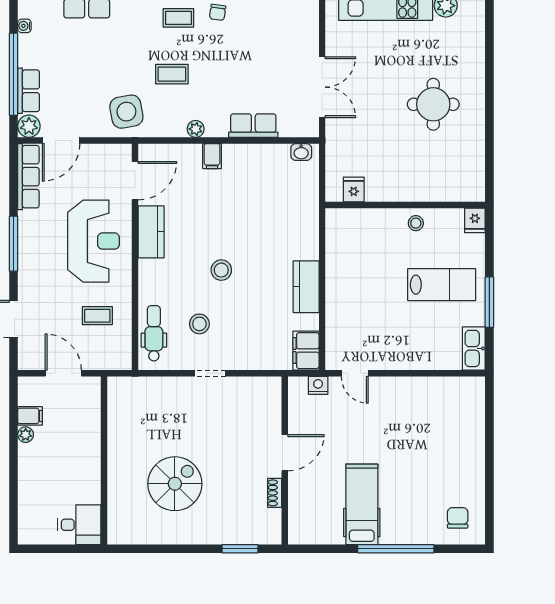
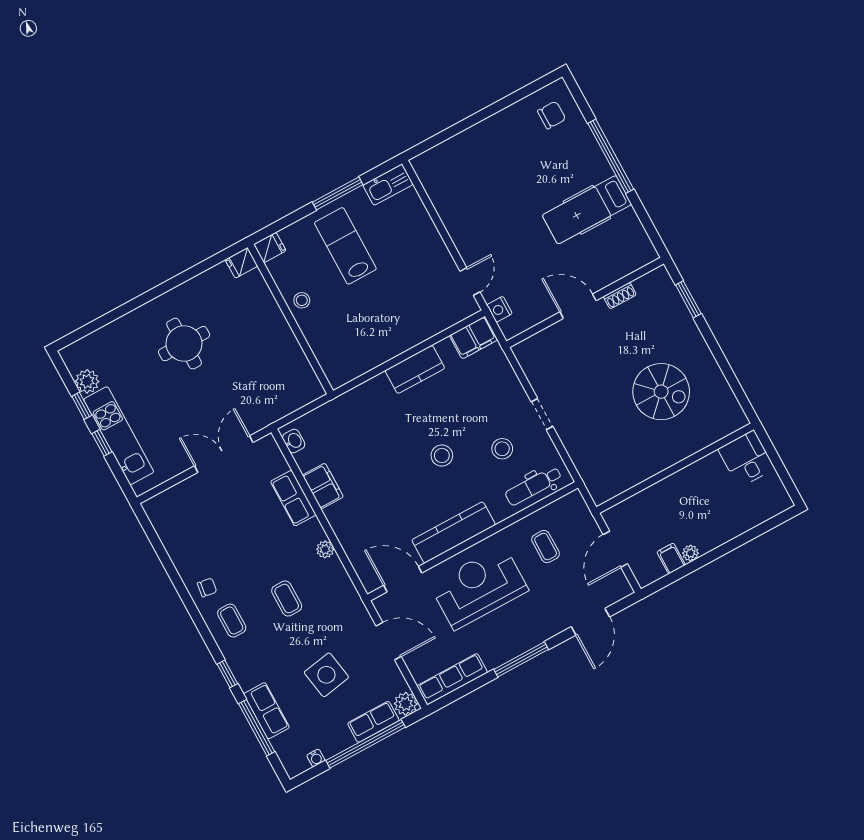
side table: (126, 112) -> (326, 675), moved
door: (61, 140) -> (389, 641), moved
filing cabinet: (212, 156) -> (323, 486), moved, width x2.00
fridge: (354, 189) -> (241, 263), moved
kitchen counter: (151, 232) -> (454, 532), width x1.50
spiral stairs: (175, 484) -> (661, 392), turned 180
chair: (458, 518) -> (552, 115), turned 180

